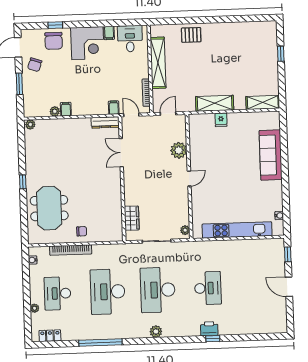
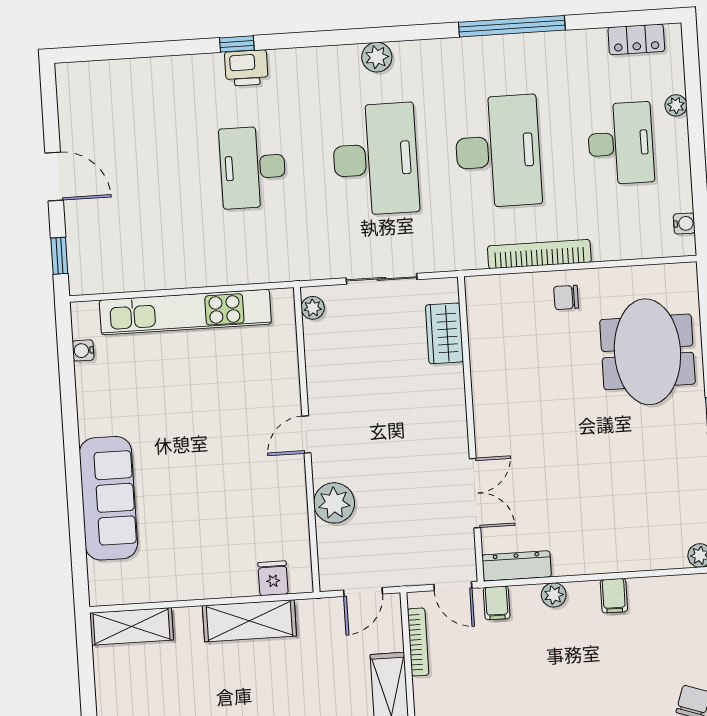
plant: (55, 111) -> (554, 595), moved
fridge: (221, 120) -> (273, 578), moved
bookcase: (71, 250) -> (539, 254), moved

